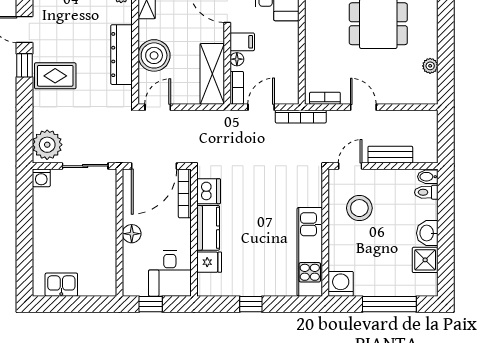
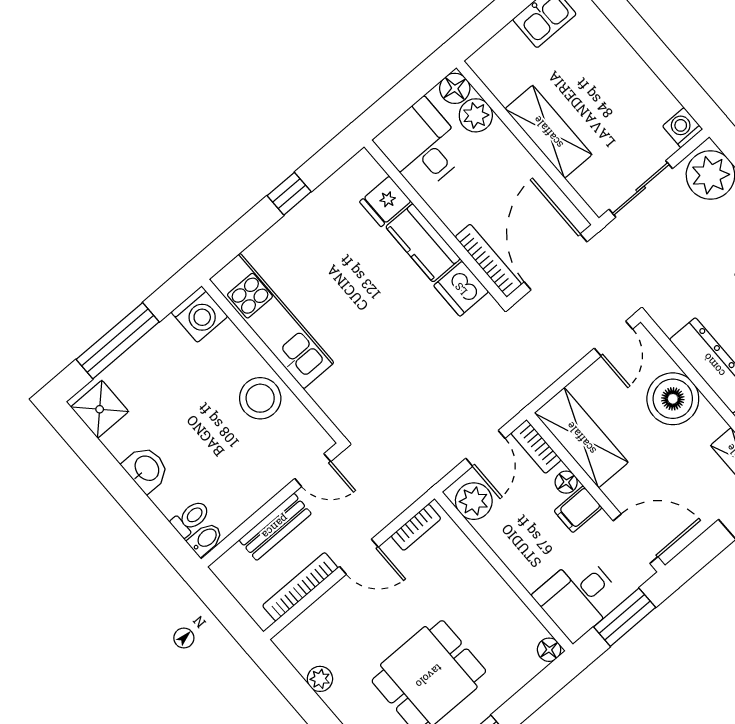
plant: (288, 87) -> (474, 501), added
bookcase: (301, 117) -> (300, 587), moved
door: (350, 166) -> (313, 470), hinge flipped
stool: (359, 208) -> (260, 398), moved
shelving: (105, 229) -> (548, 132), added
floor lamp: (132, 234) -> (455, 88), moved
shower: (425, 260) -> (100, 409), moved
plant: (133, 266) -> (476, 115), added
window: (151, 304) -> (413, 87), removed

